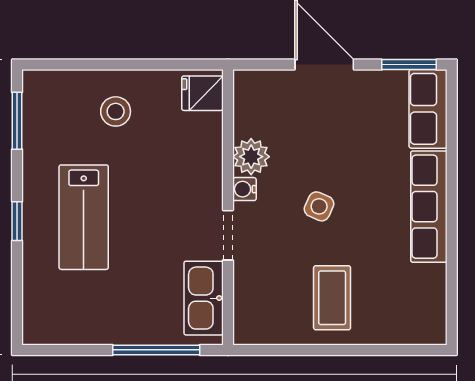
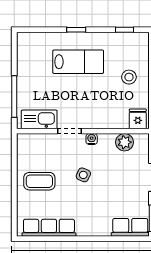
window: (17, 121) -> (125, 30), width x0.67
plant: (251, 157) -> (125, 142), moved
row of seats: (429, 207) -> (49, 228), moved
lab bench: (84, 217) -> (78, 62), turned 180

